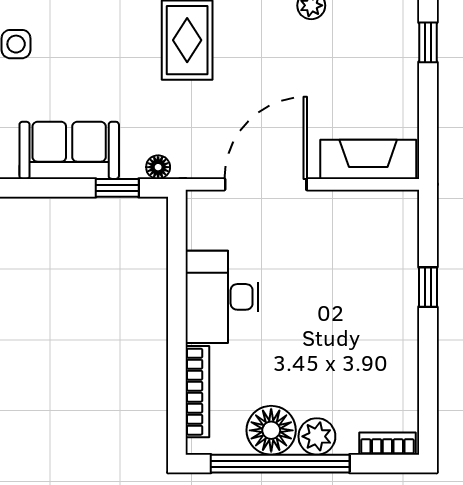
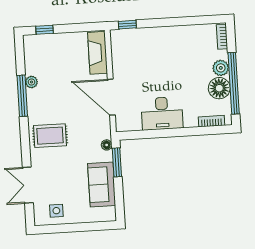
window: (117, 188) -> (117, 162), width x1.50
window: (428, 287) -> (127, 25), moved
bookcase: (197, 392) -> (212, 121), width x0.64

